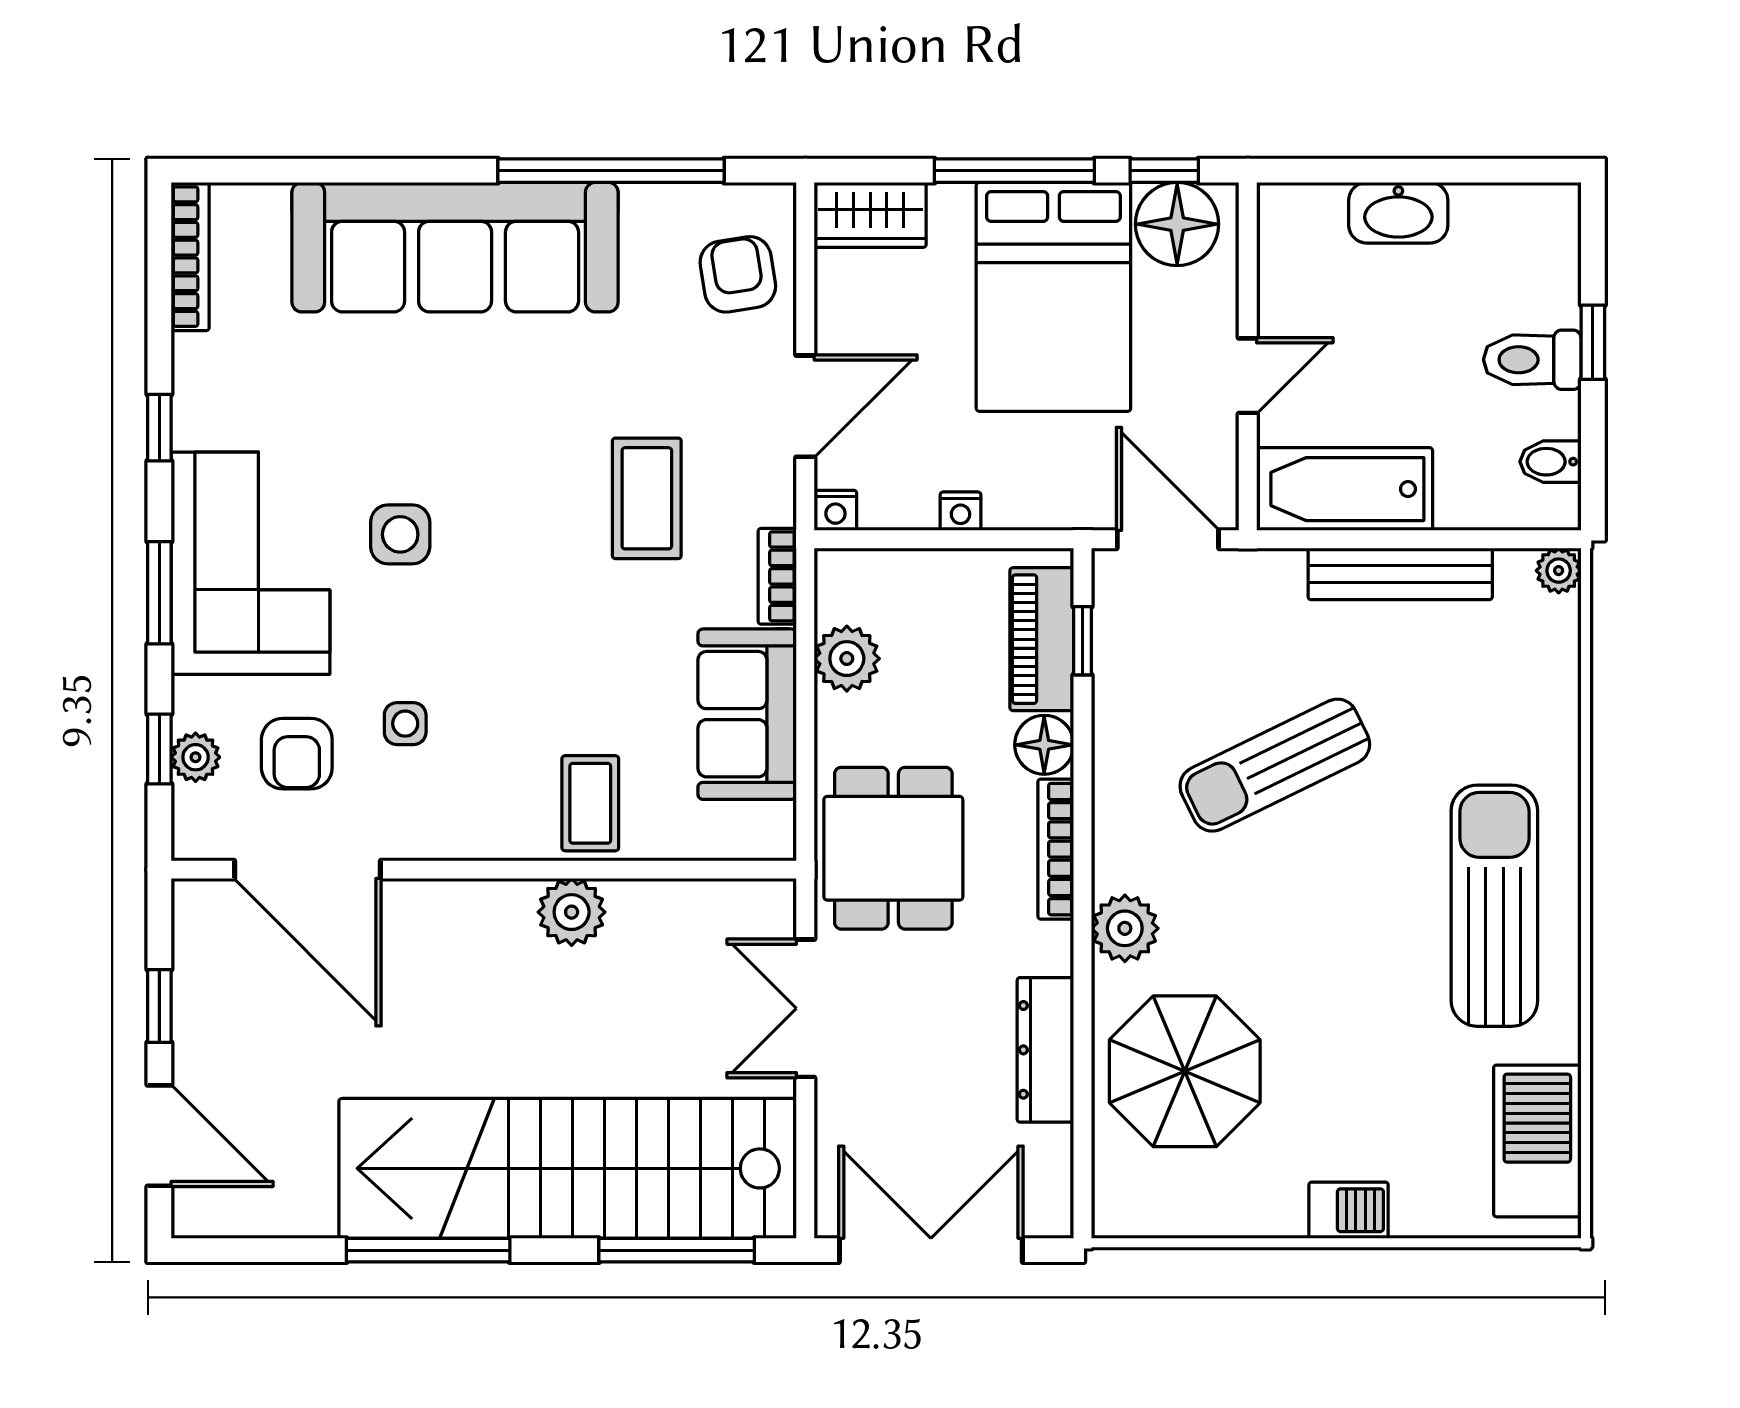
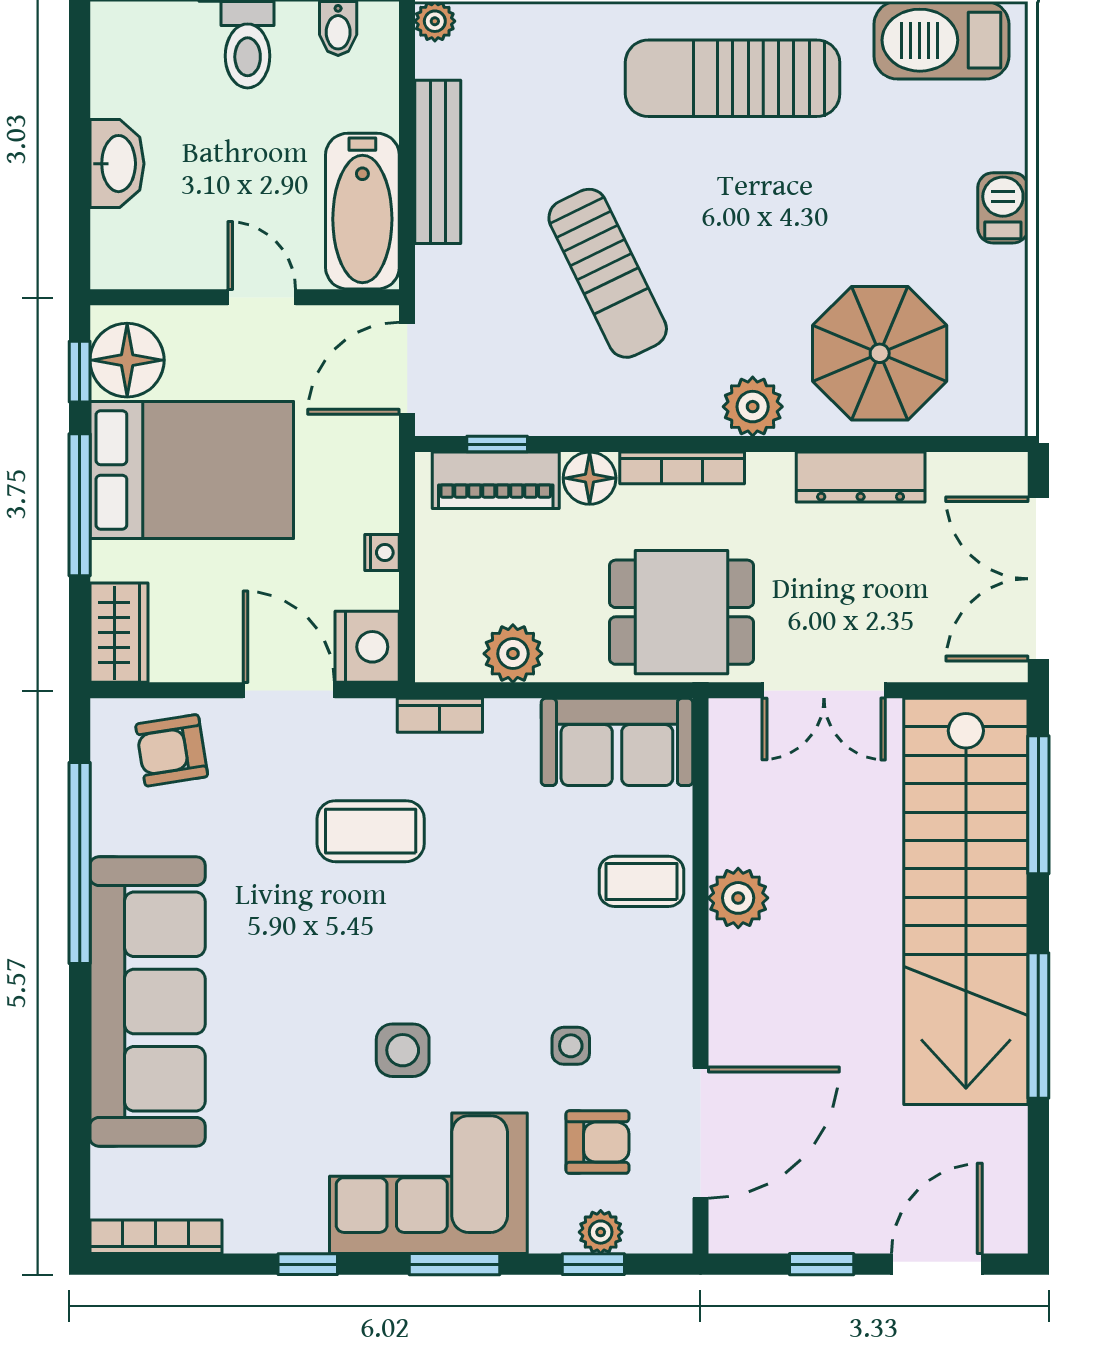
nightstand: (835, 510) -> (367, 647), width x1.89, depth x1.79
sofa: (747, 714) -> (617, 742), moved

